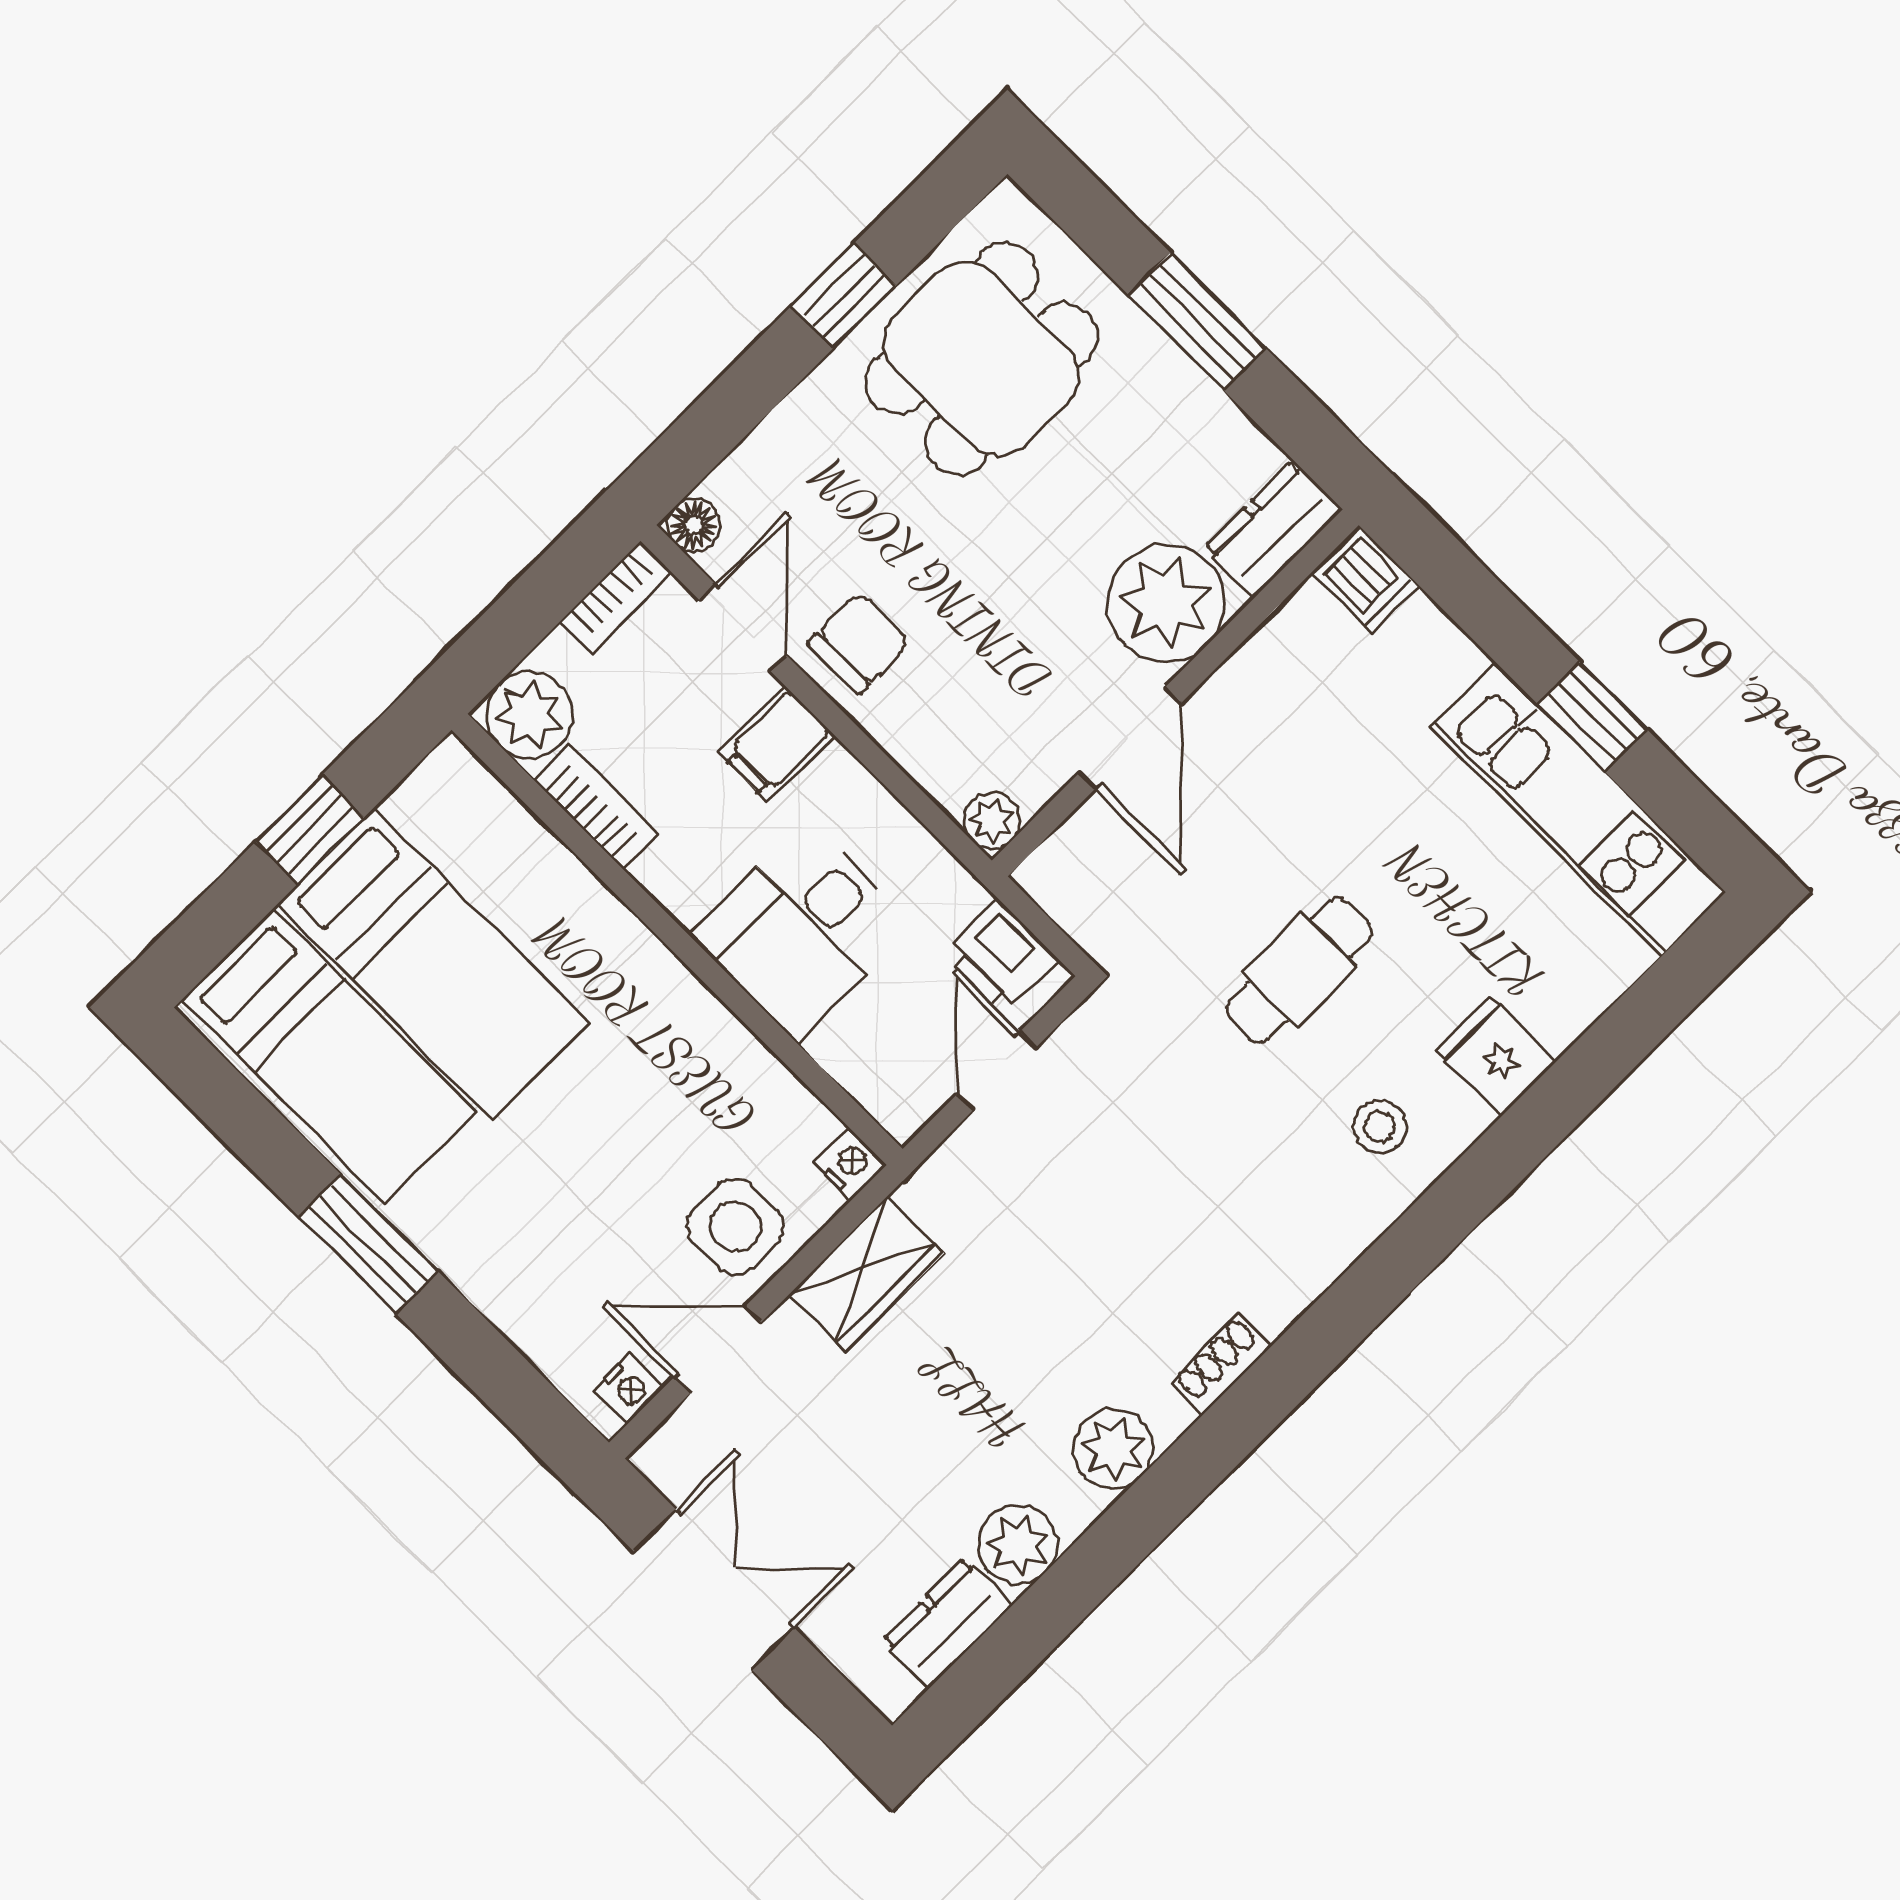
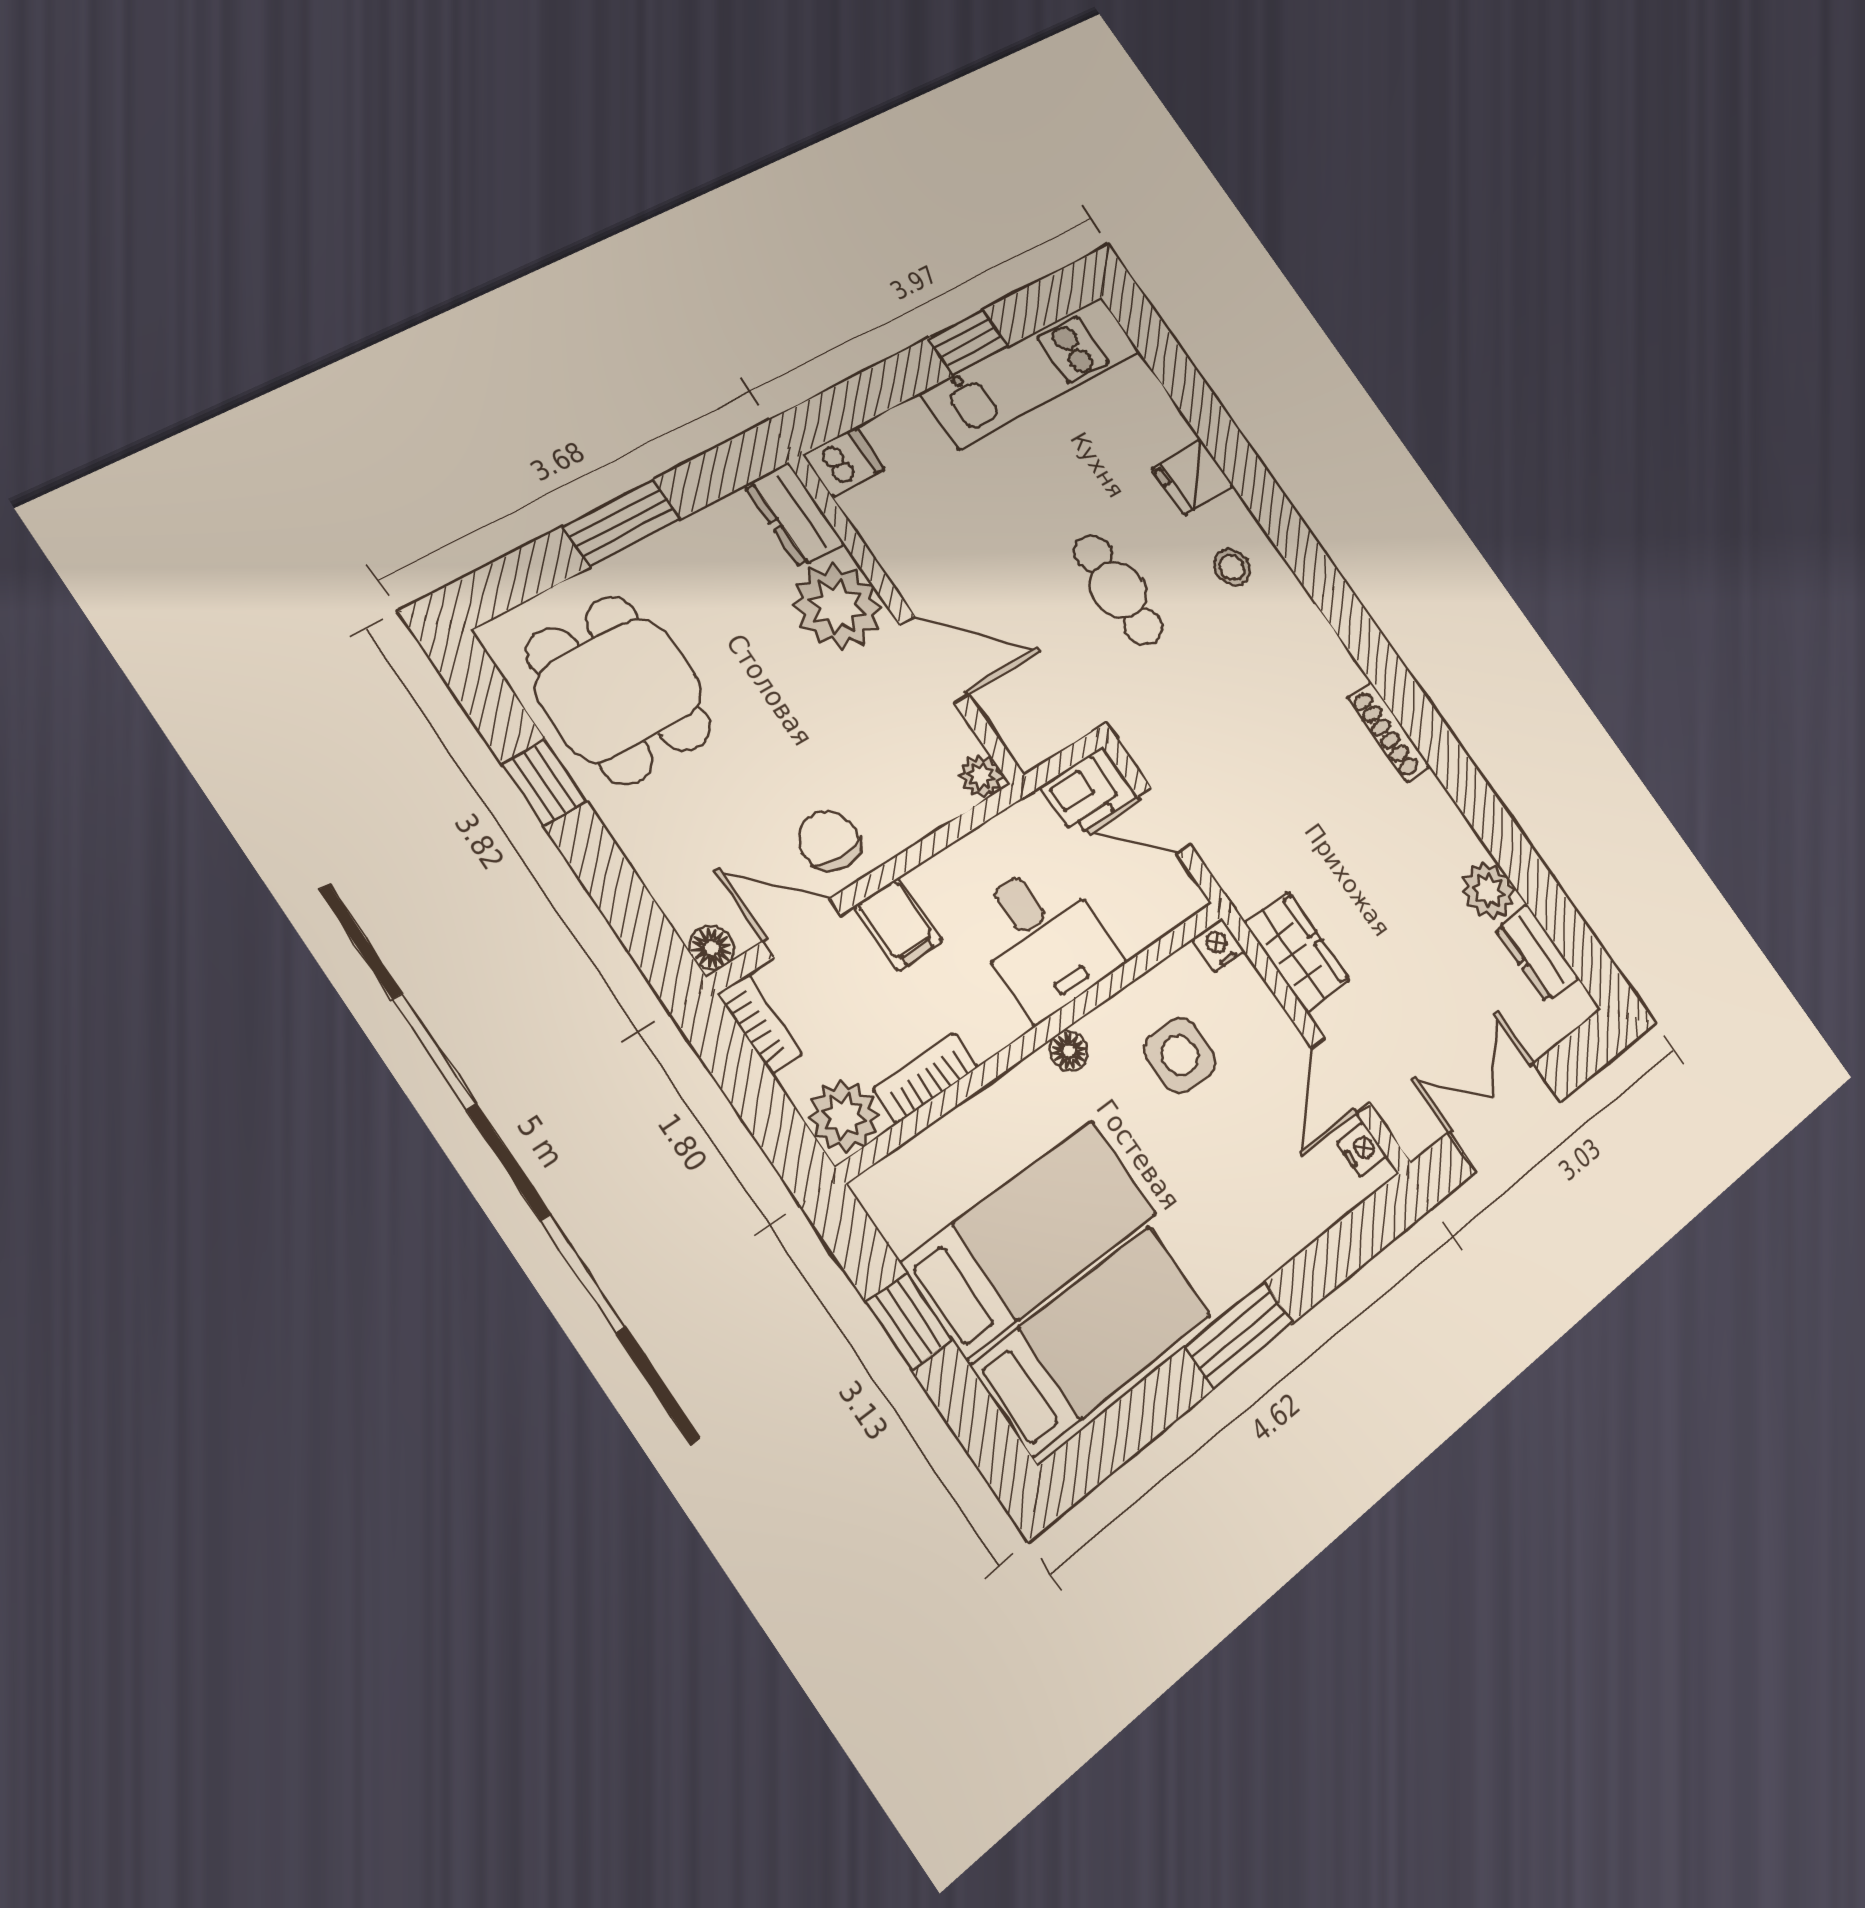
floor lamp: (669, 982) -> (1069, 1051), added
side table: (735, 1226) -> (1180, 1055), moved
shoe rack: (1221, 1364) -> (1389, 732), width x1.43
plant: (1113, 1449) -> (1430, 808), removed

